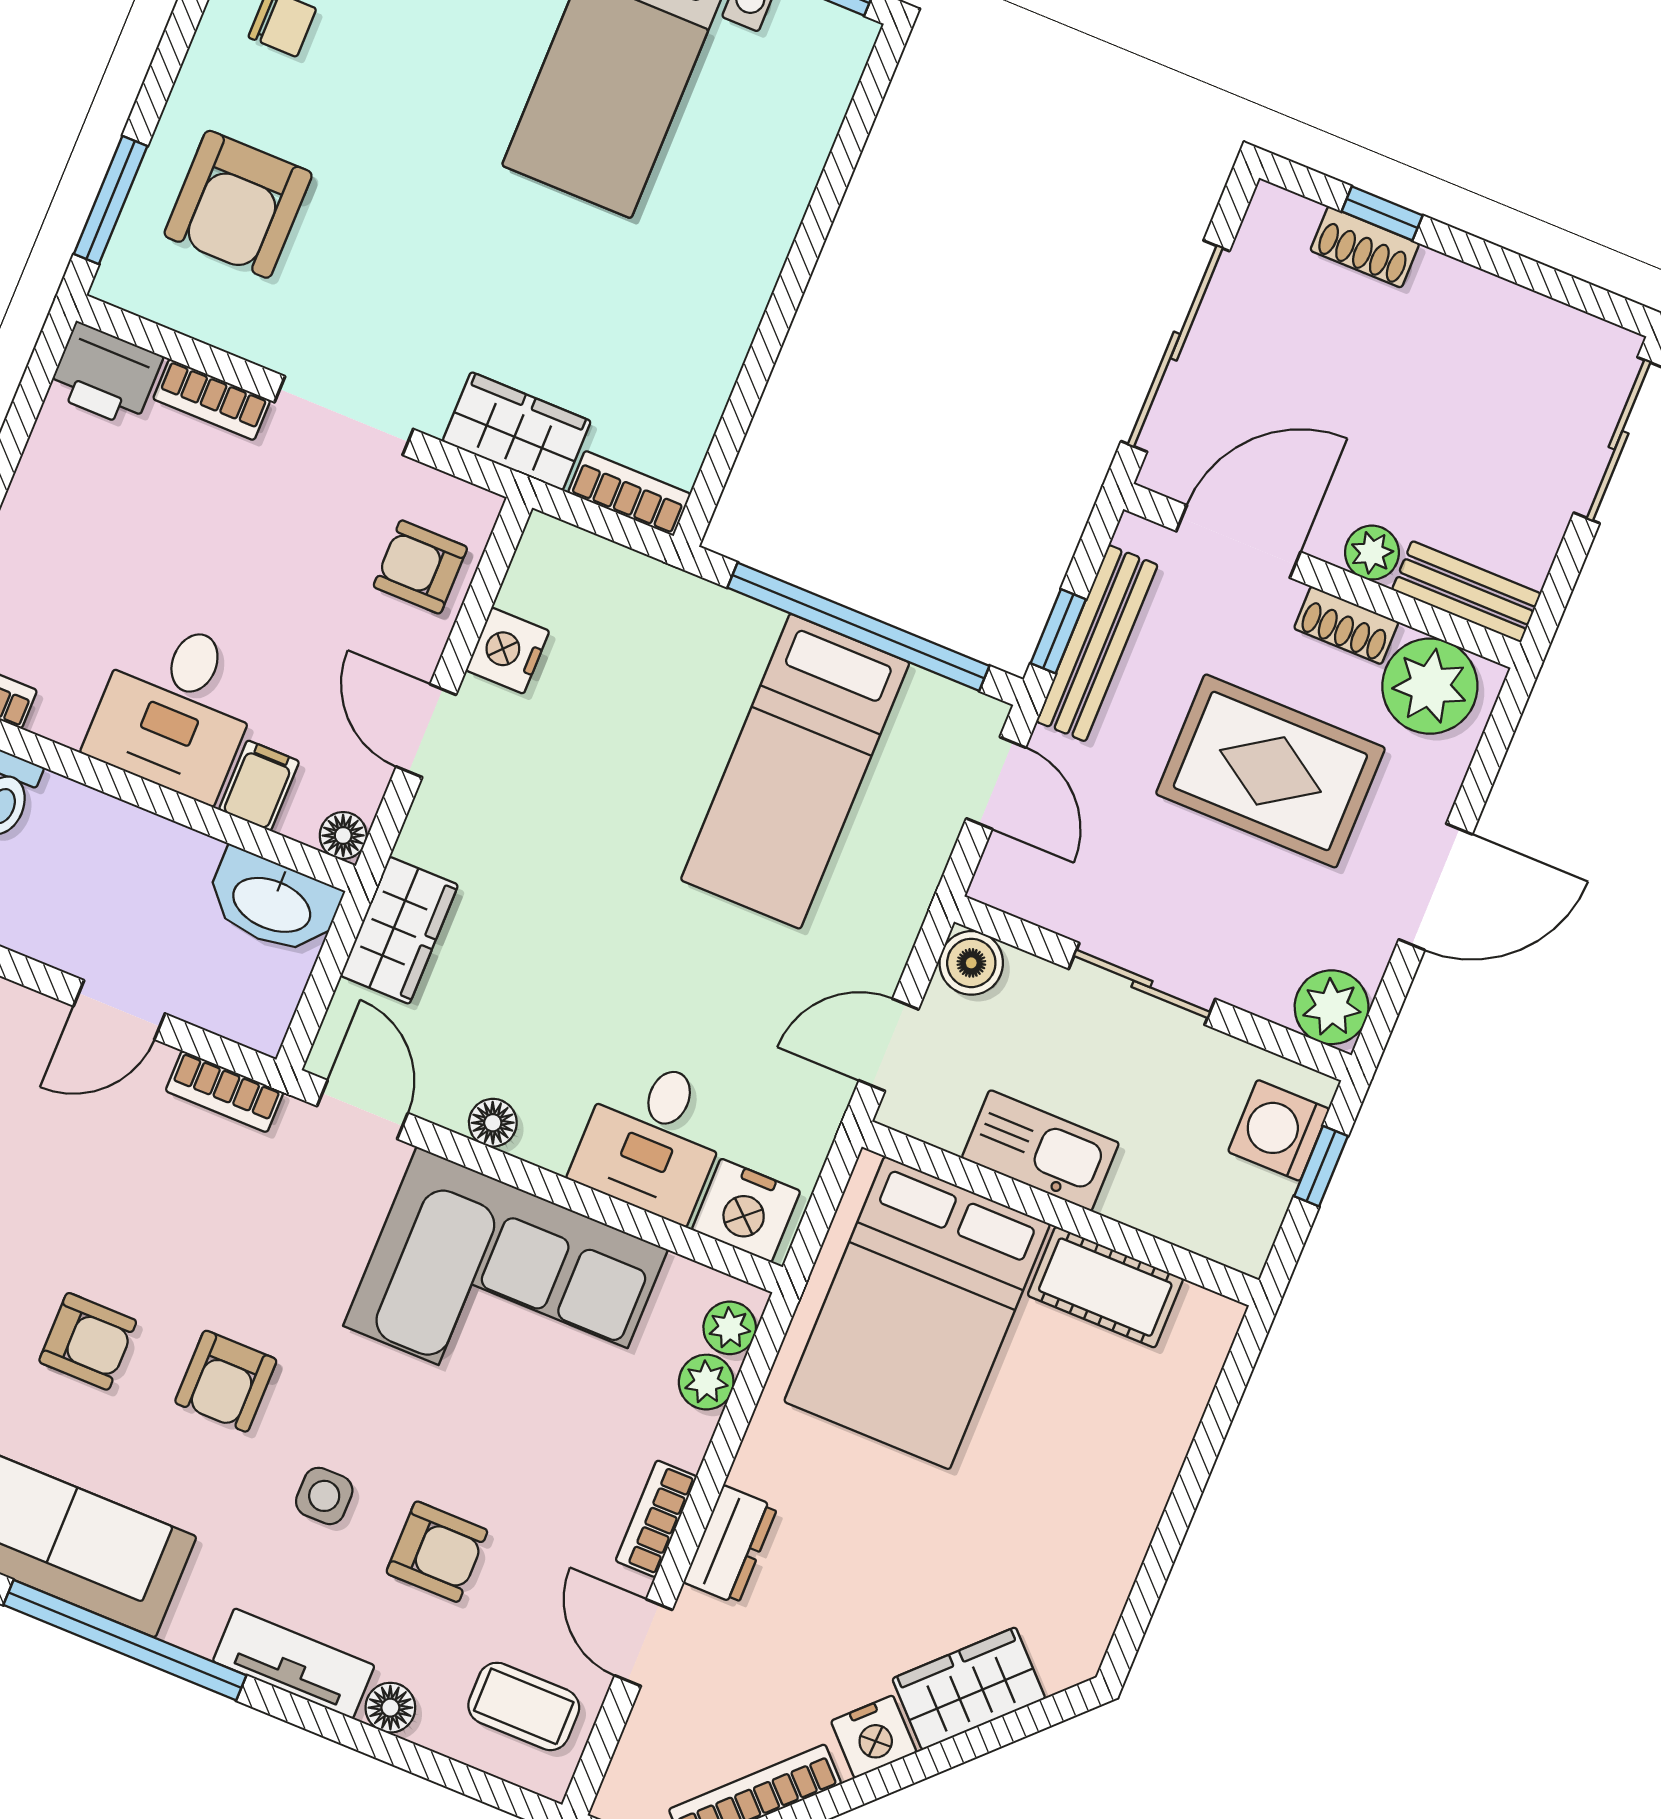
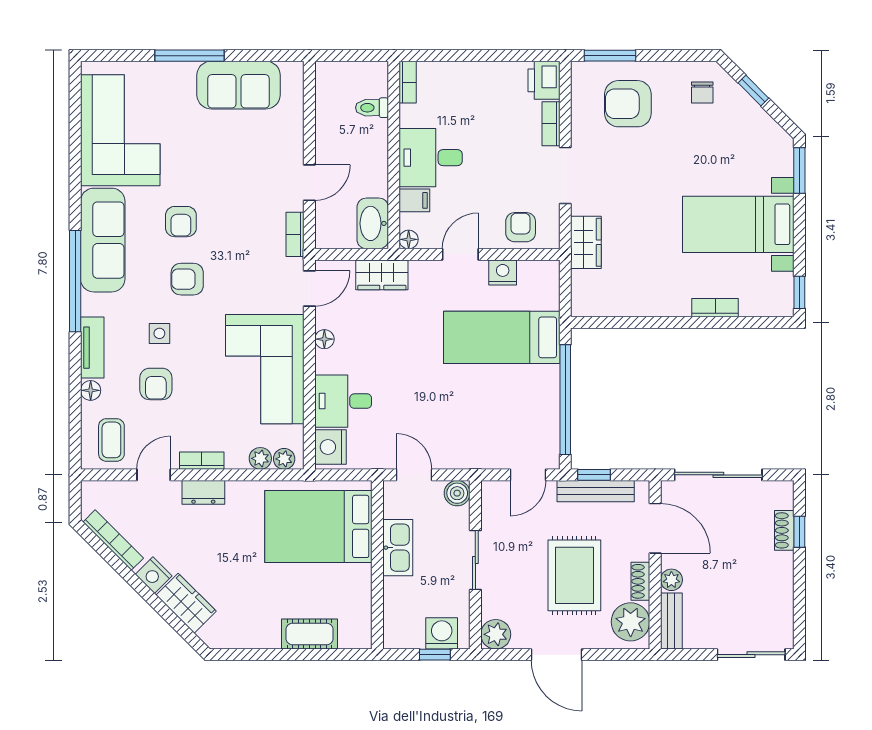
bookcase: (629, 493) -> (715, 308), moved, turned -90
bed: (795, 771) -> (502, 337), moved
door: (119, 1010) -> (309, 183), swing flipped
cot: (1105, 1287) -> (310, 634), moved, turned 90

